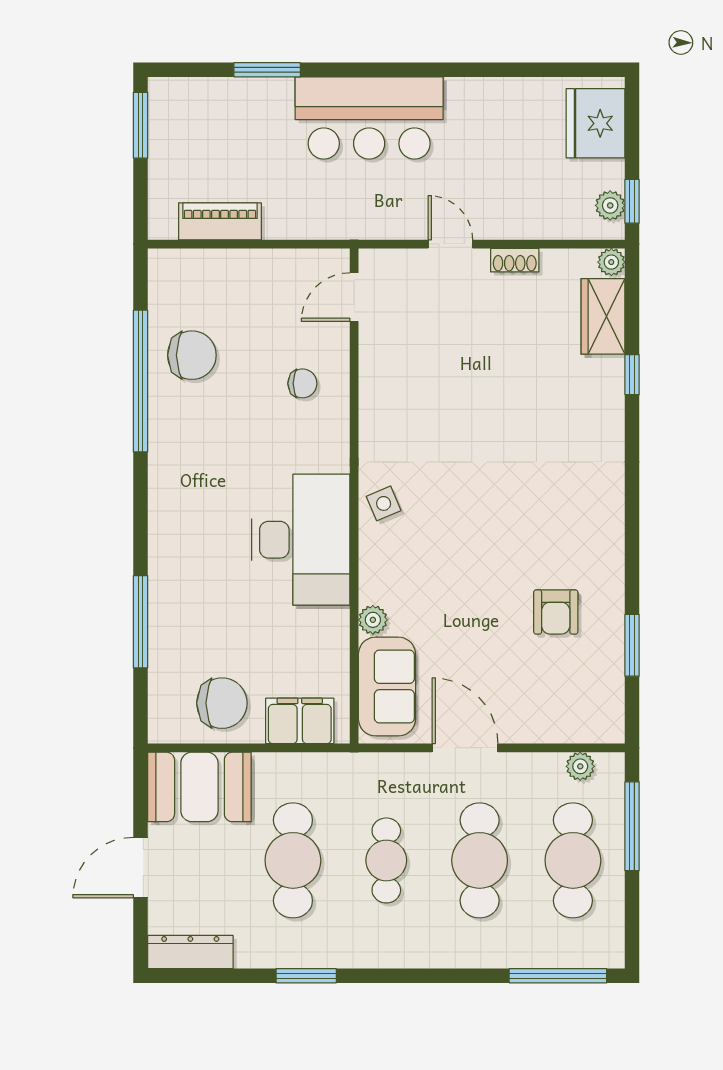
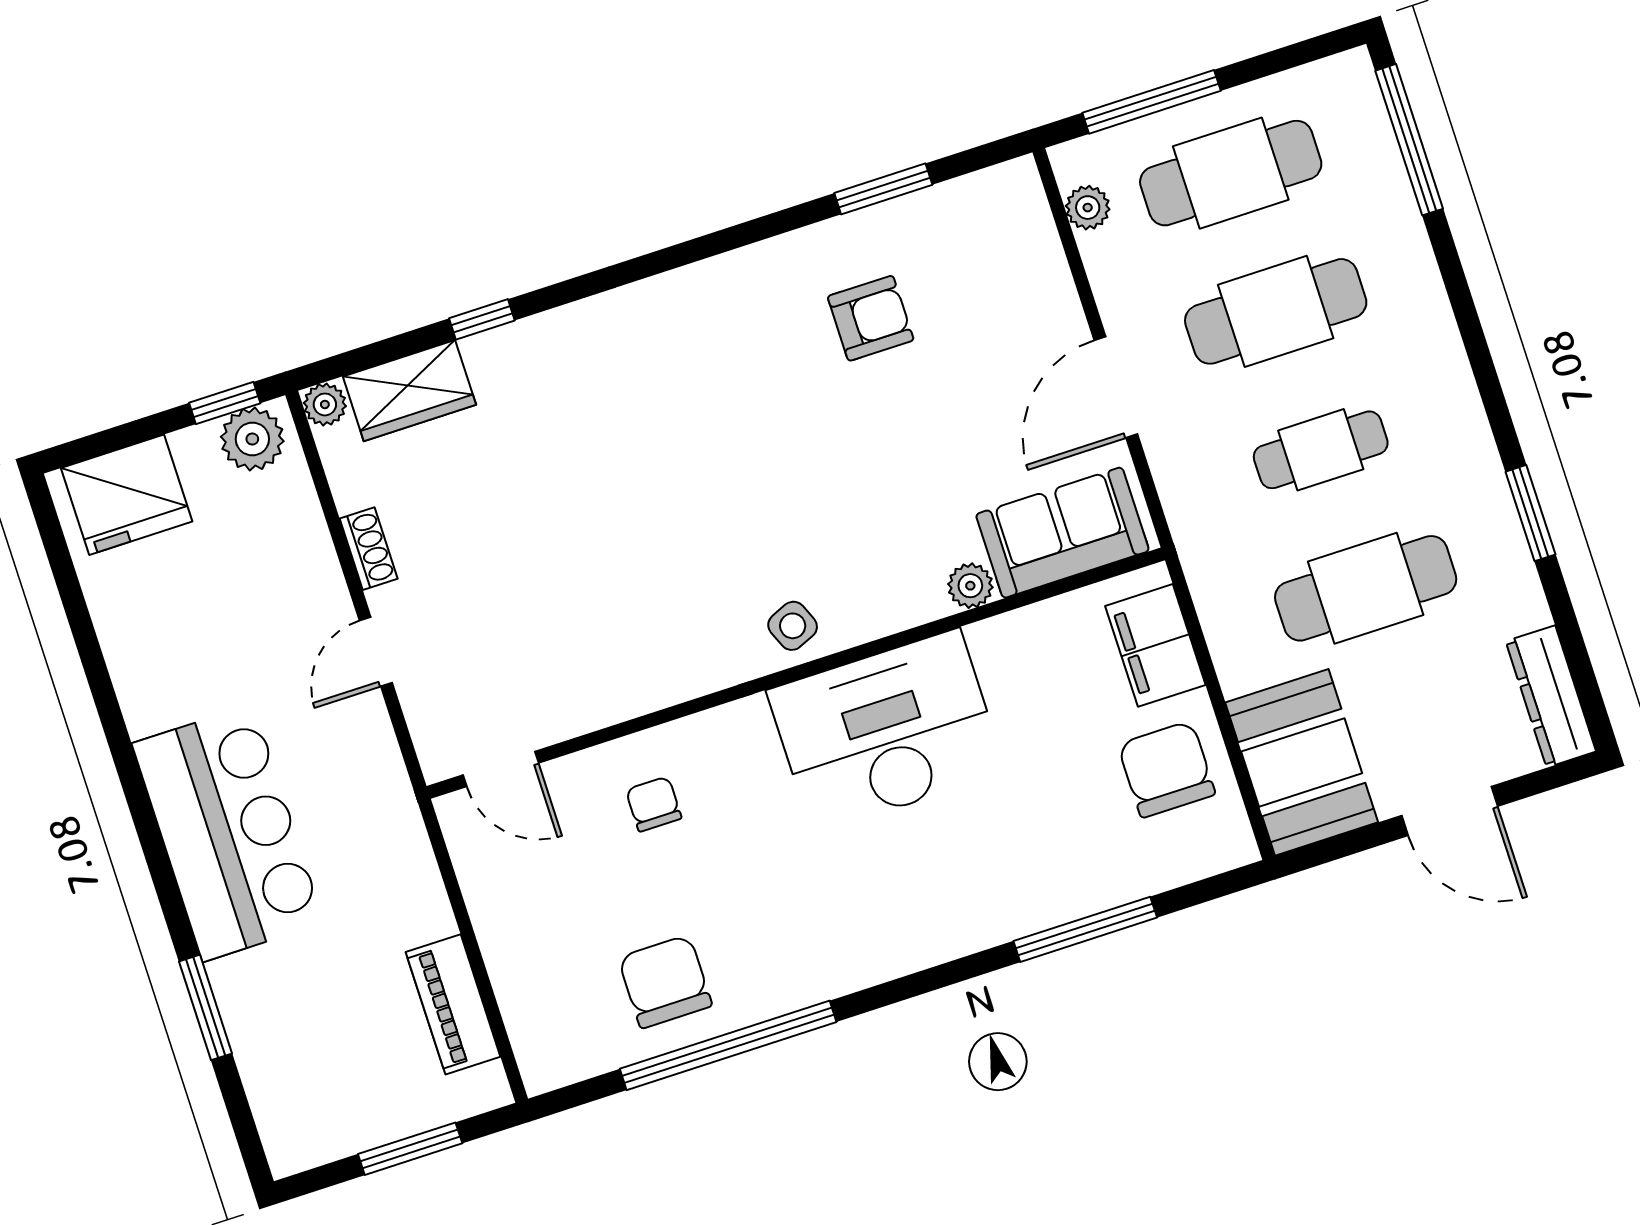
window: (140, 125) -> (410, 1149), moved
plant: (610, 205) -> (252, 439), width x1.38, depth x1.38

